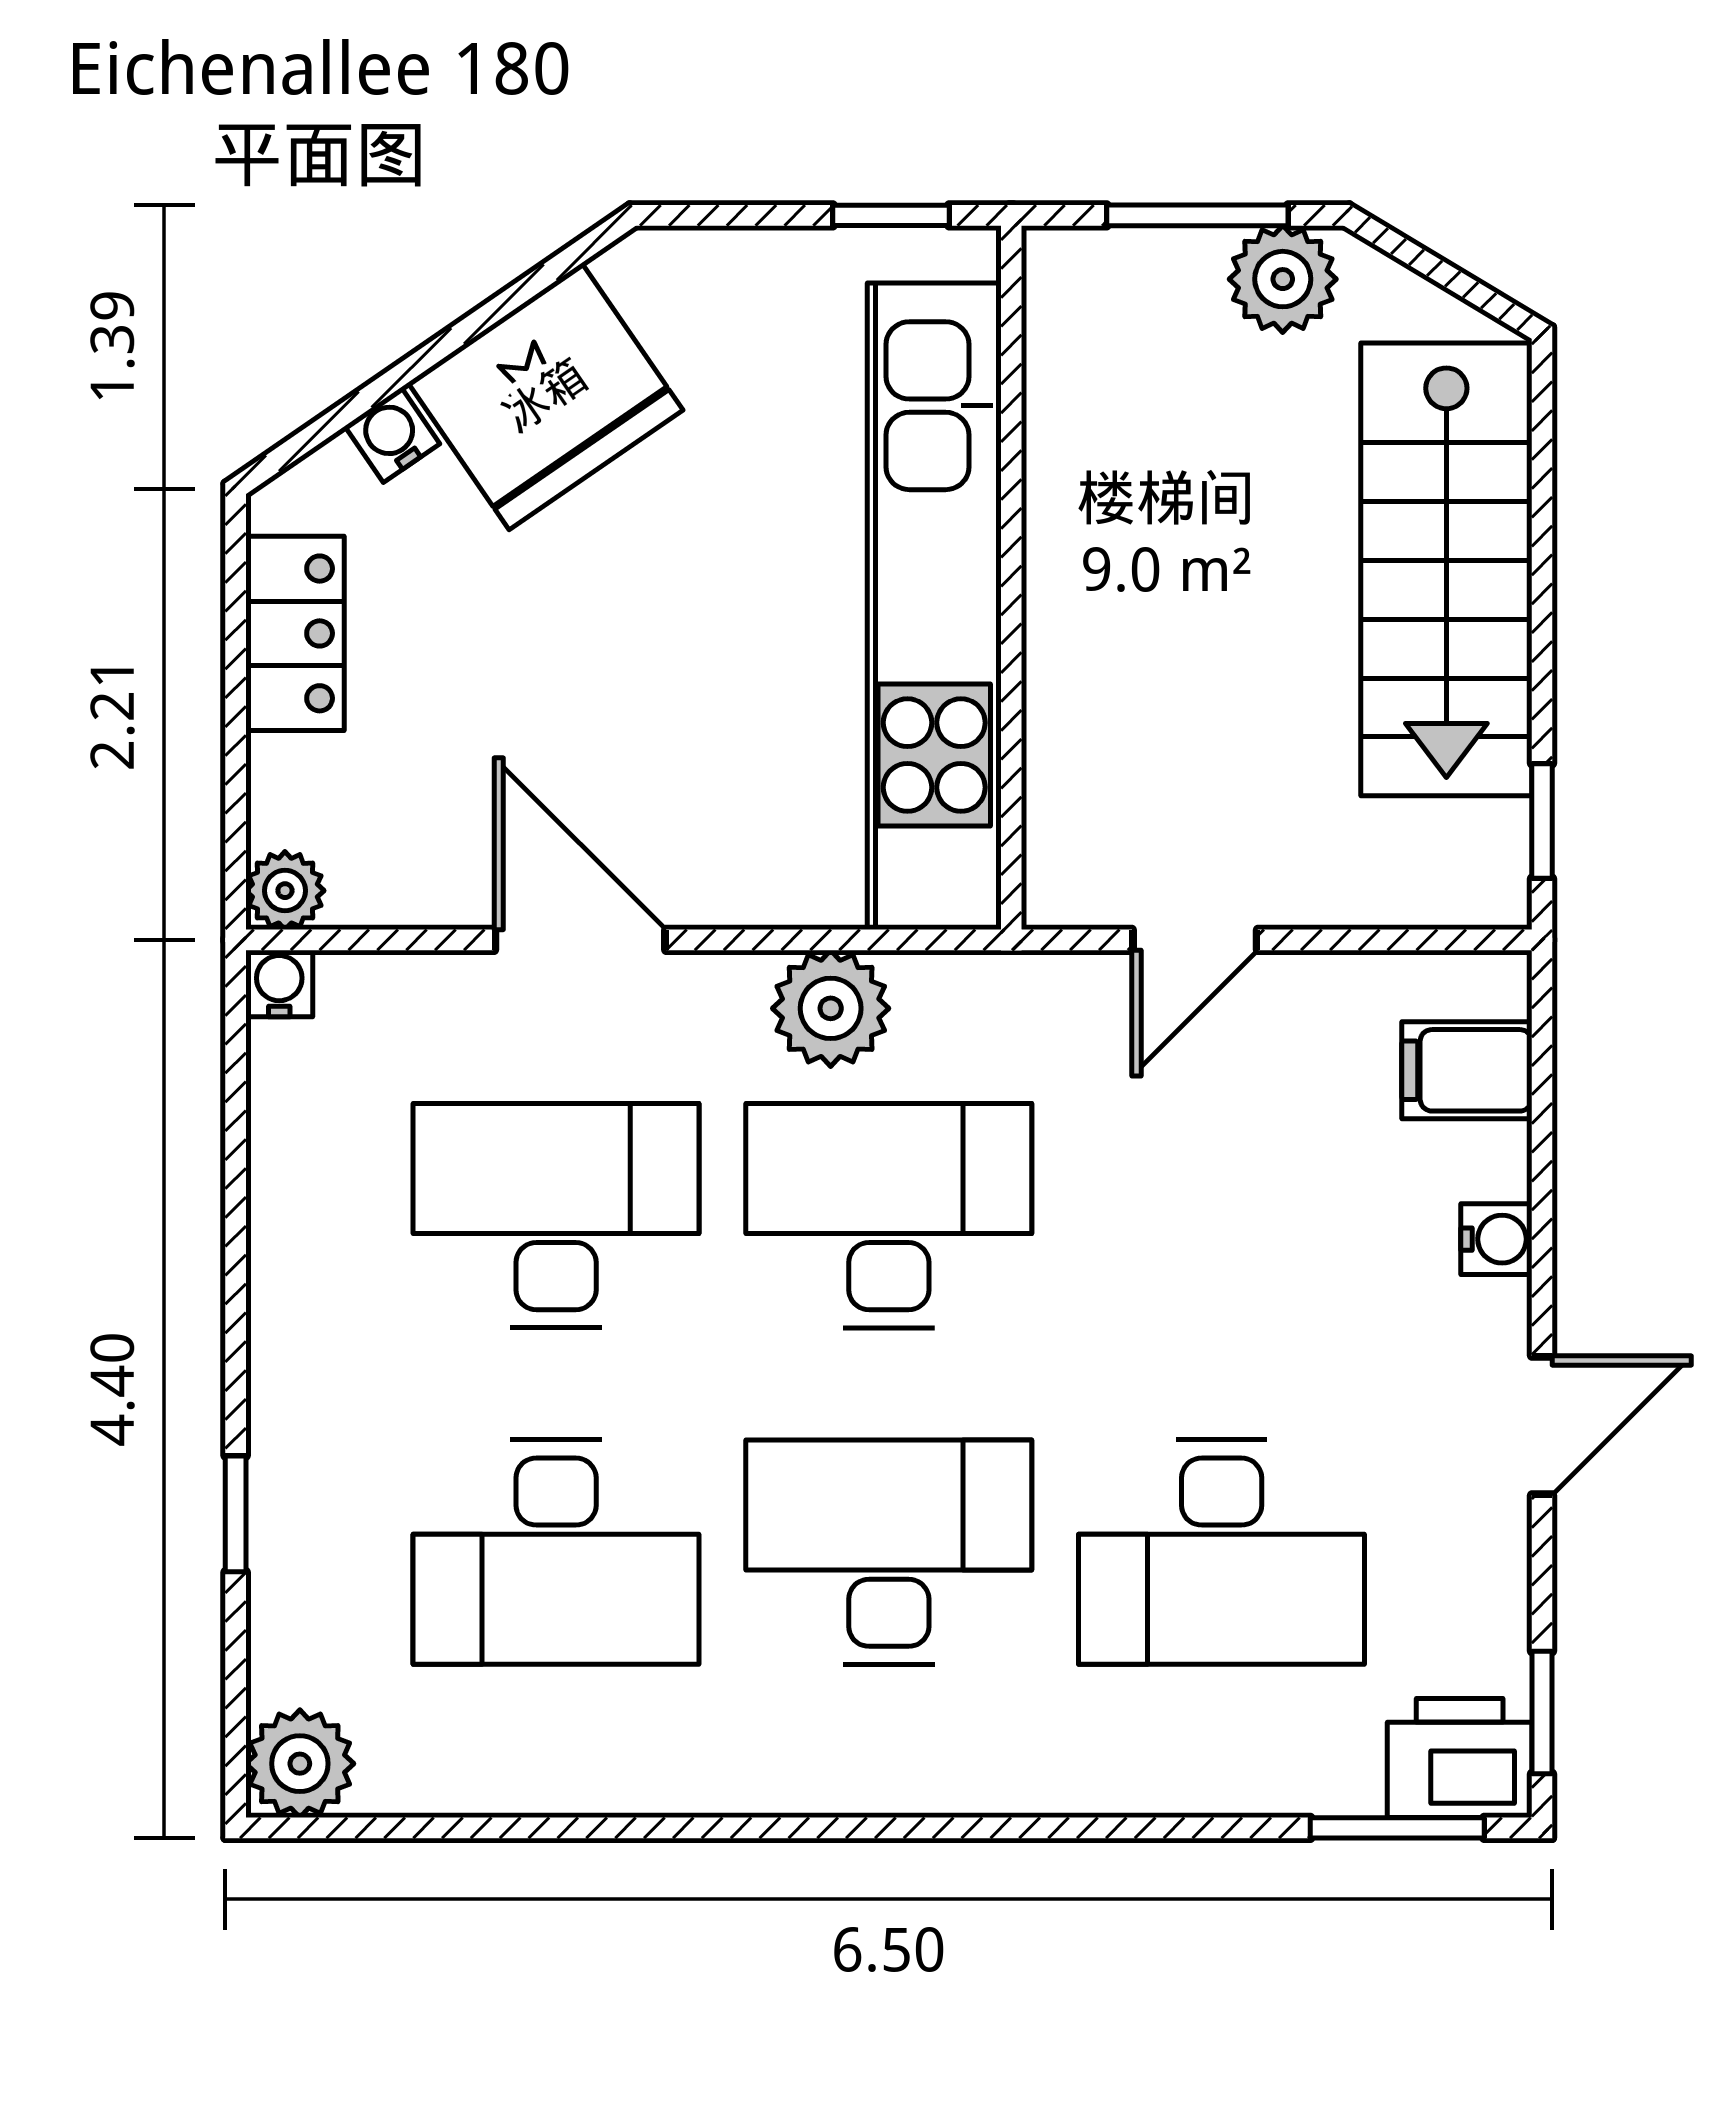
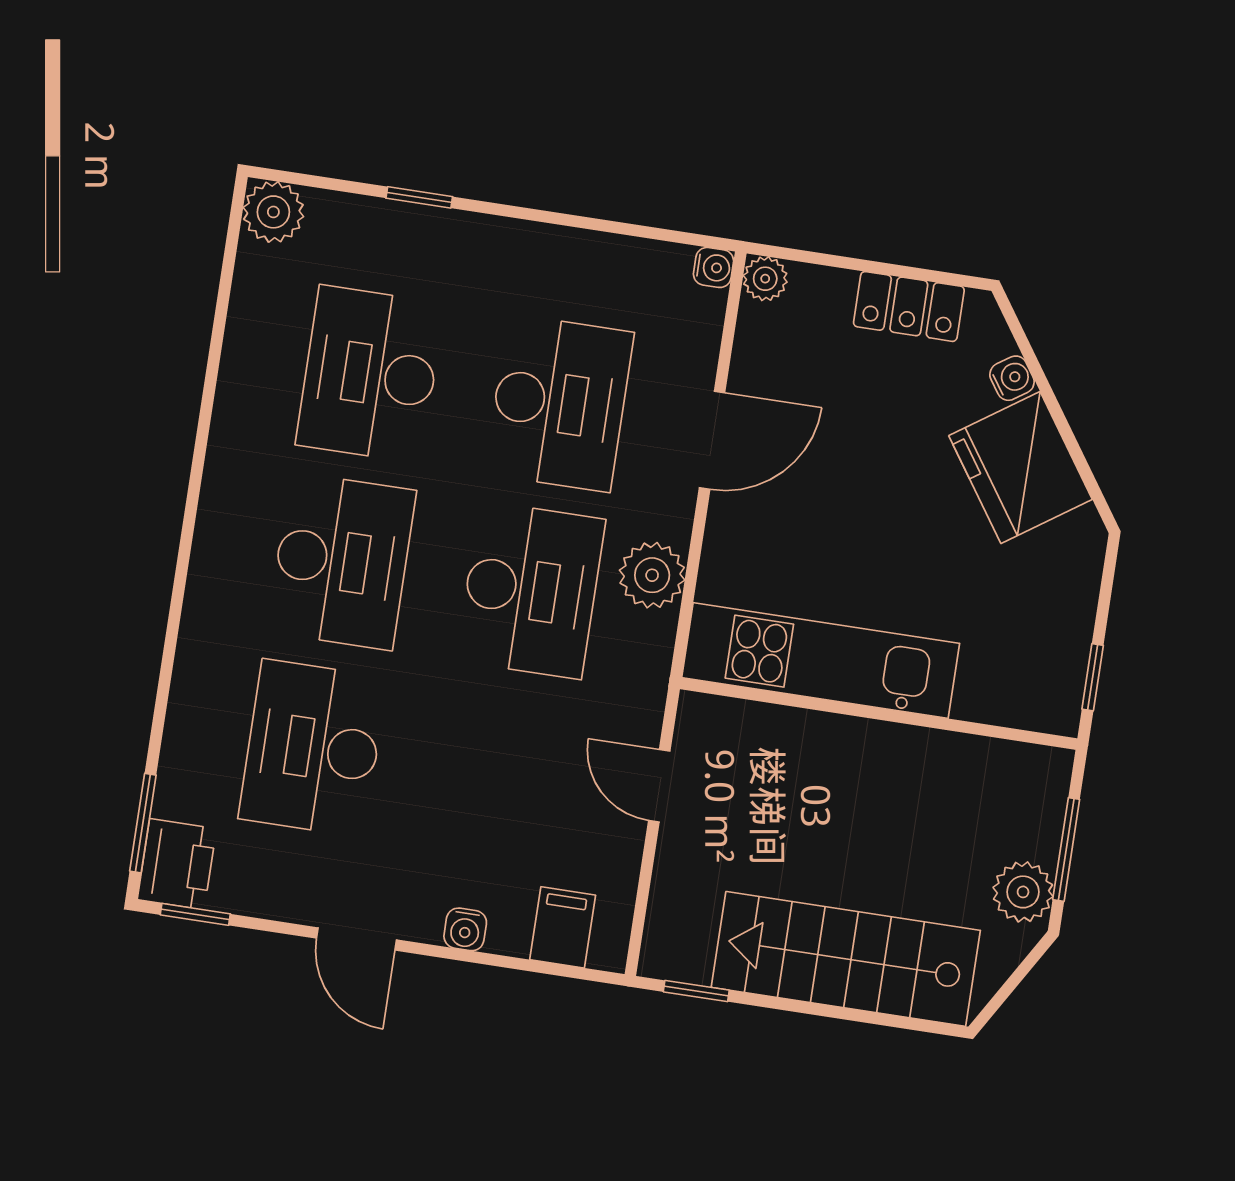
kitchen unit: (934, 606) -> (821, 661), width x0.73

